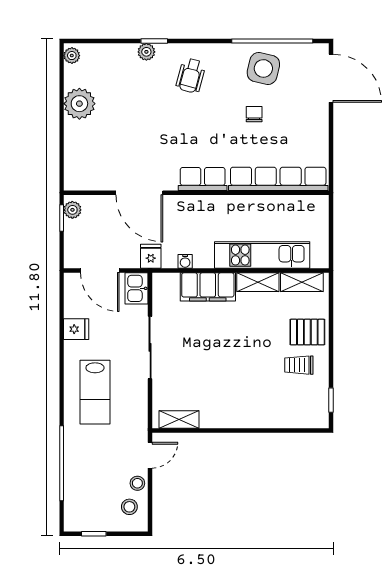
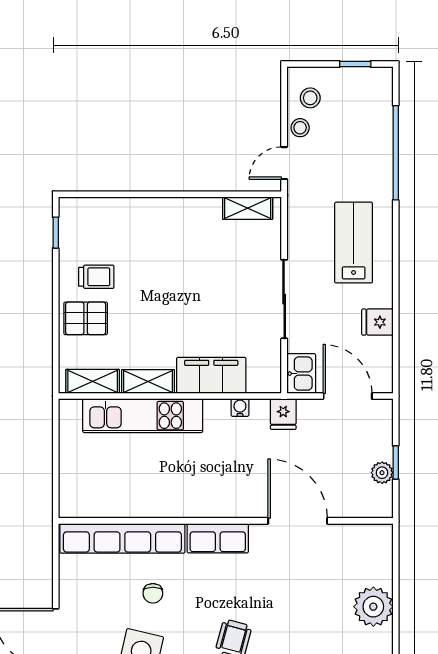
row of seats: (203, 179) -> (218, 538), moved
row of seats: (278, 179) -> (122, 538), moved
door: (139, 193) -> (298, 521), moved
wall: (196, 193) -> (226, 521), moved

